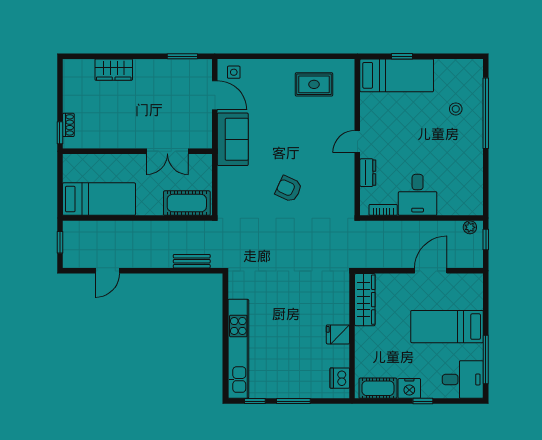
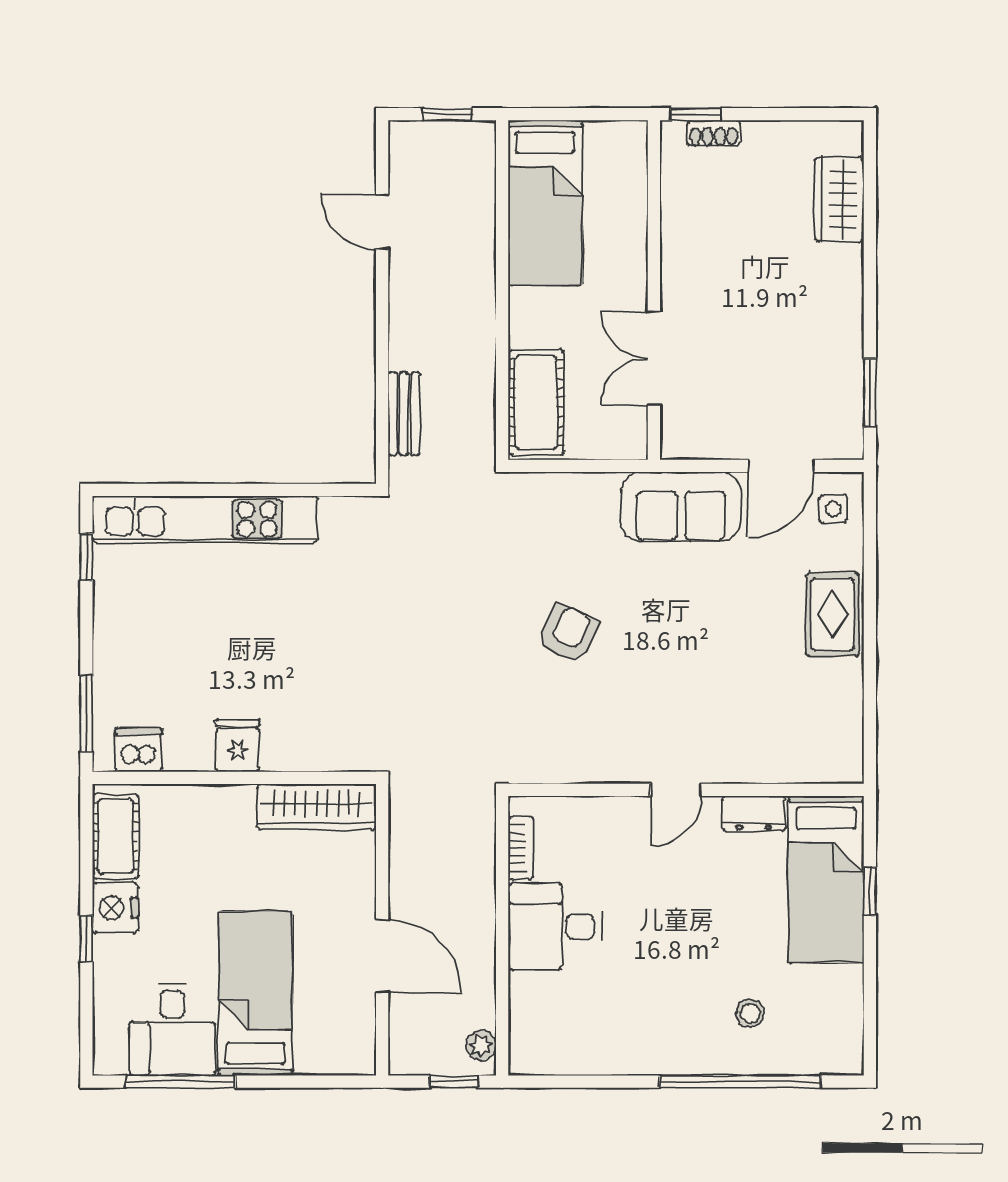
wardrobe: (114, 70) -> (839, 199), moved
rug: (314, 84) -> (833, 614), moved
door: (357, 142) -> (676, 790), swing flipped
dresser: (368, 173) -> (754, 814), moved
desk: (463, 380) -> (172, 1029), moved
window: (293, 401) -> (86, 714), moved

